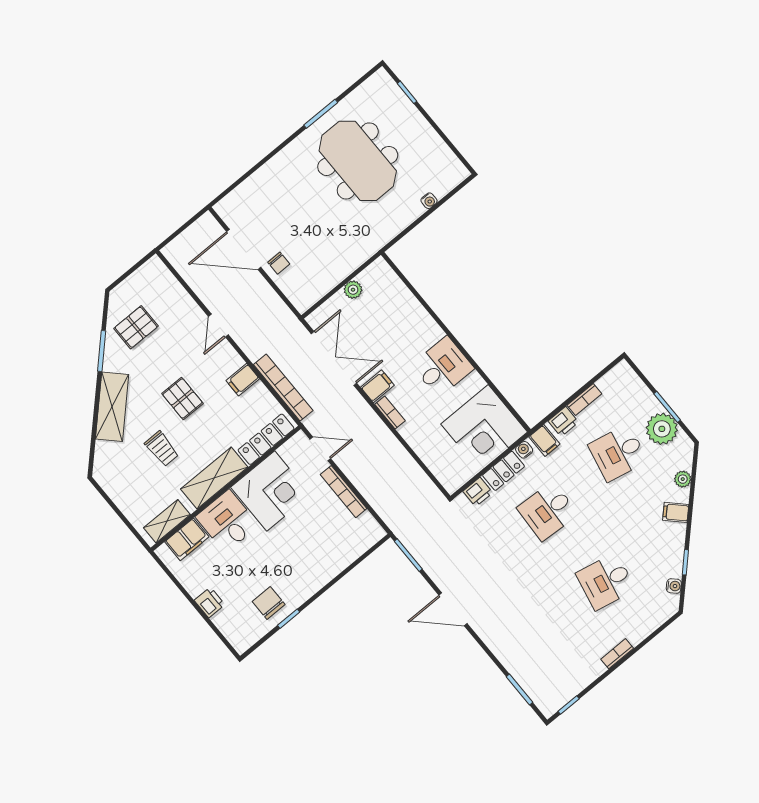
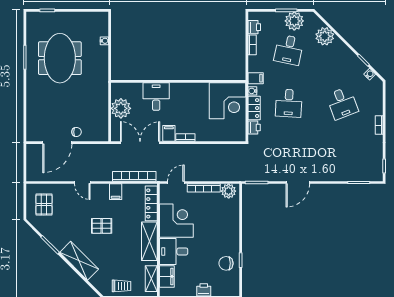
meeting table: (358, 161) -> (60, 58), turned 90
plant: (353, 290) -> (121, 108), width x1.87, depth x1.87
pallet: (136, 327) -> (44, 205), moved
desk: (443, 367) -> (156, 97), moved
printer: (563, 422) -> (254, 27), moved
trolley: (162, 449) -> (122, 286), moved
plant: (683, 479) -> (325, 36), width x1.88, depth x1.88
filing cabinet: (676, 512) -> (337, 46), removed
plant: (366, 528) -> (229, 191), added
desk: (606, 581) -> (342, 103), turned -33

